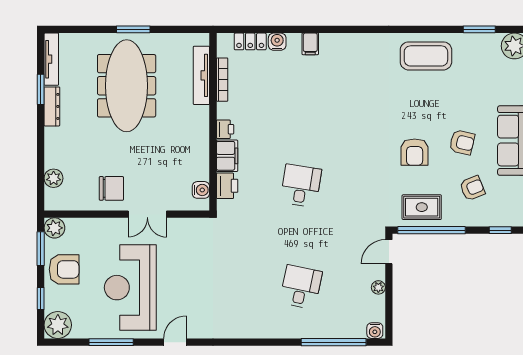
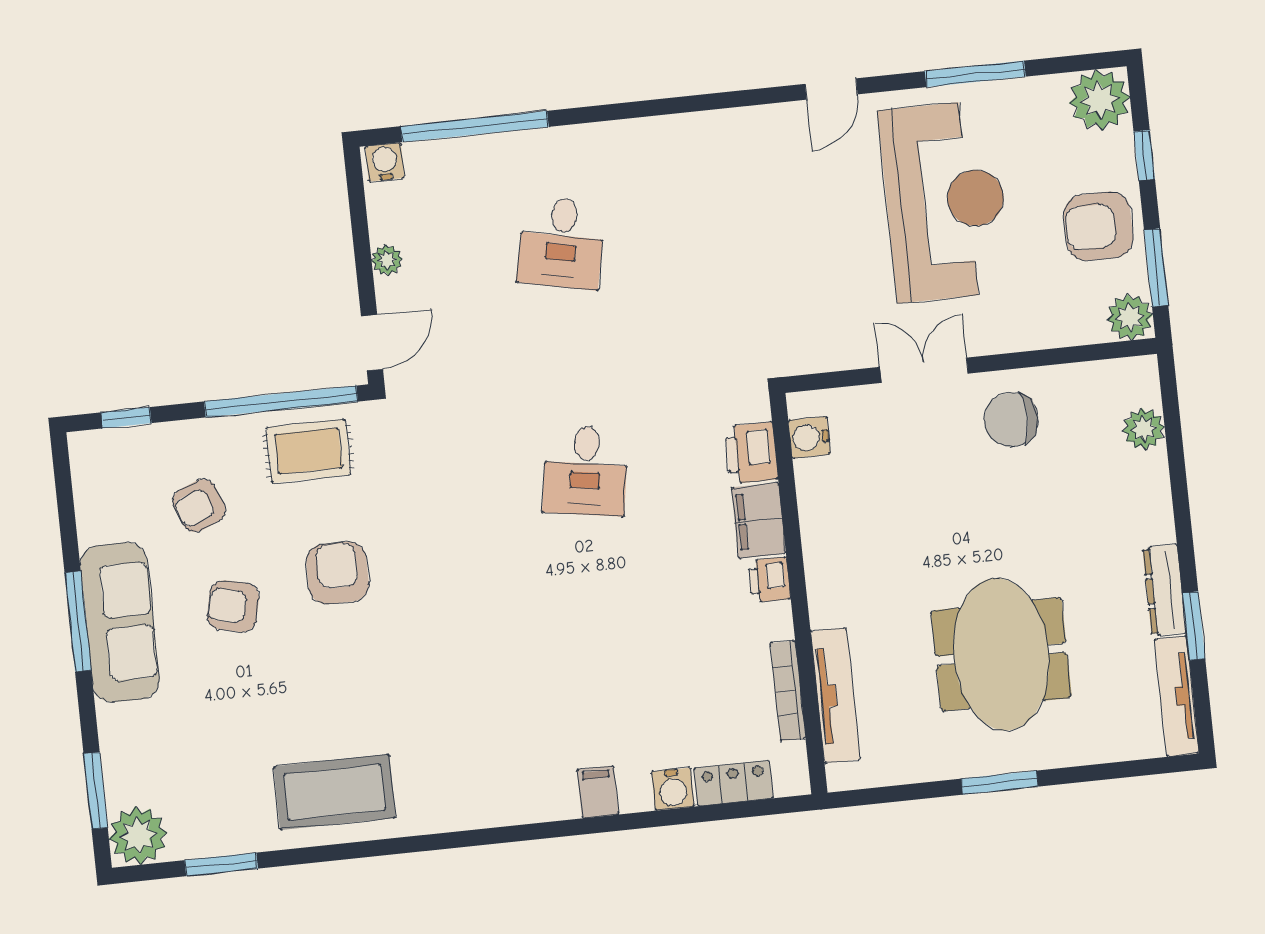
meeting table: (127, 86) -> (1001, 654), width x0.73

